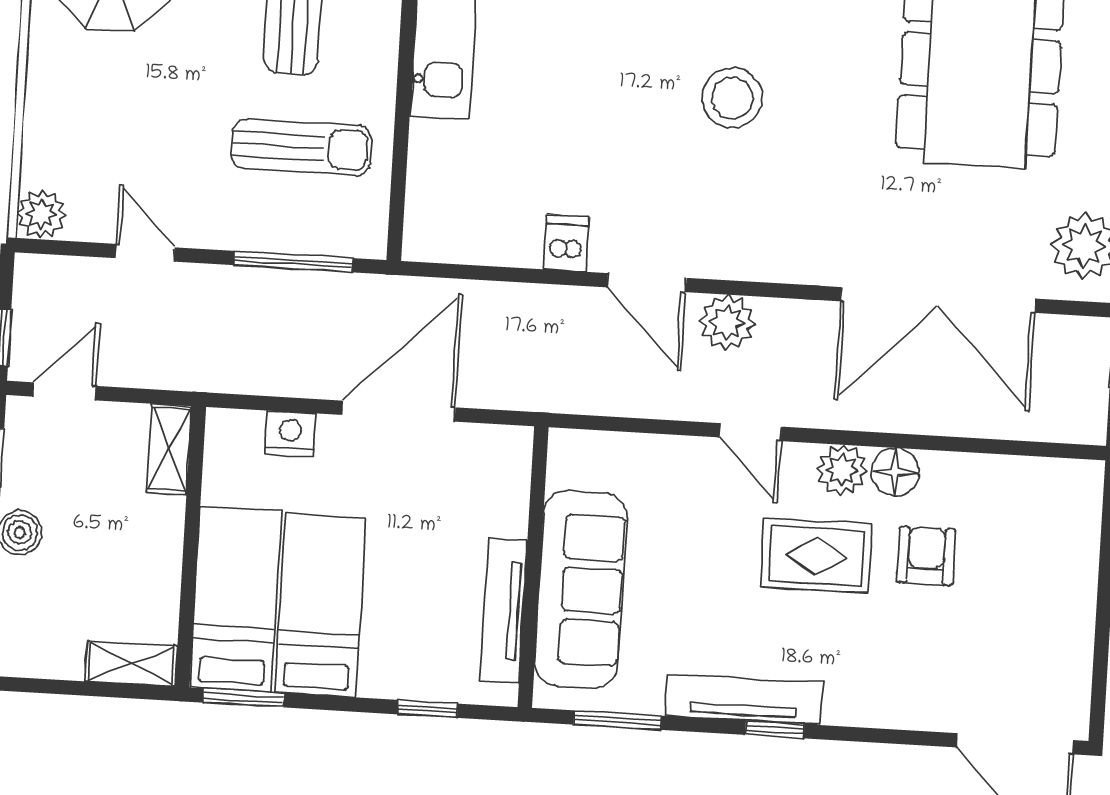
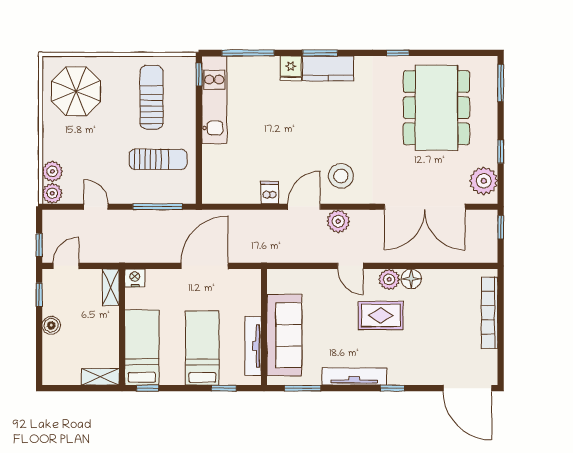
stool: (732, 98) -> (341, 176), moved
plant: (45, 161) -> (52, 171), added
door: (647, 283) -> (304, 207), swing flipped
nightstand: (290, 434) -> (135, 278), moved
armchair: (926, 556) -> (426, 313), removed
bookcase: (1079, 565) -> (490, 313), added
bed: (320, 605) -> (202, 348), moved
window: (243, 698) -> (148, 388), width x0.67
window: (775, 730) -> (392, 388), moved

